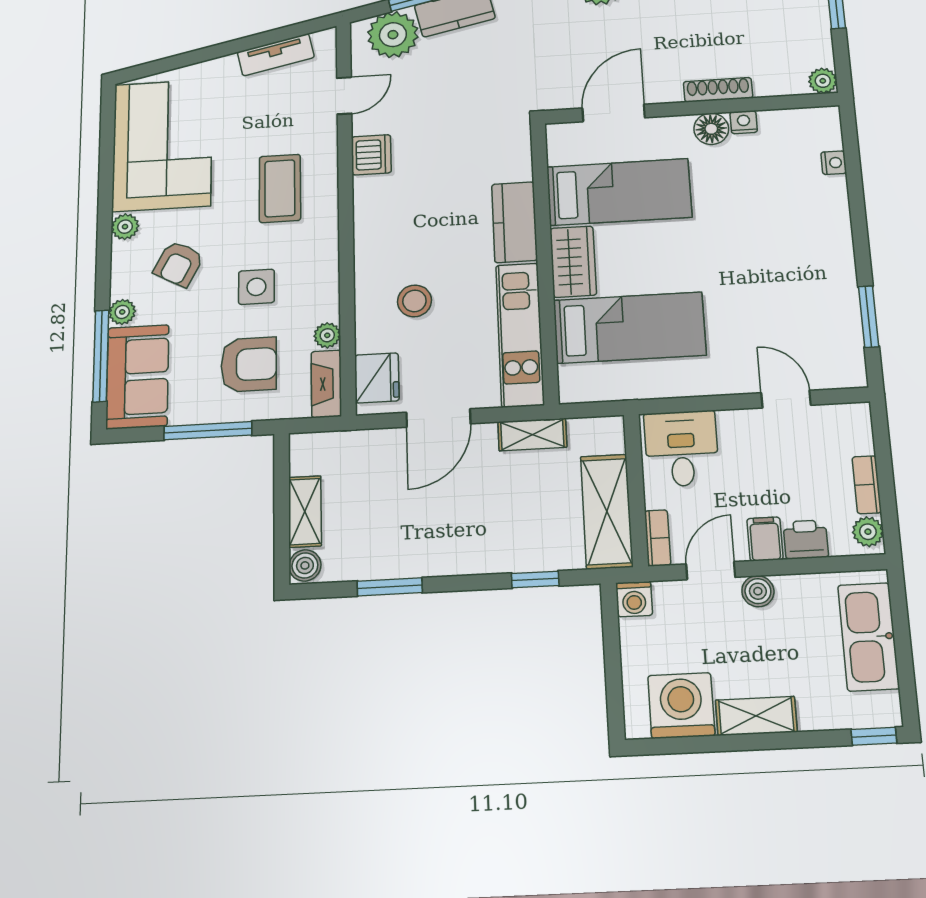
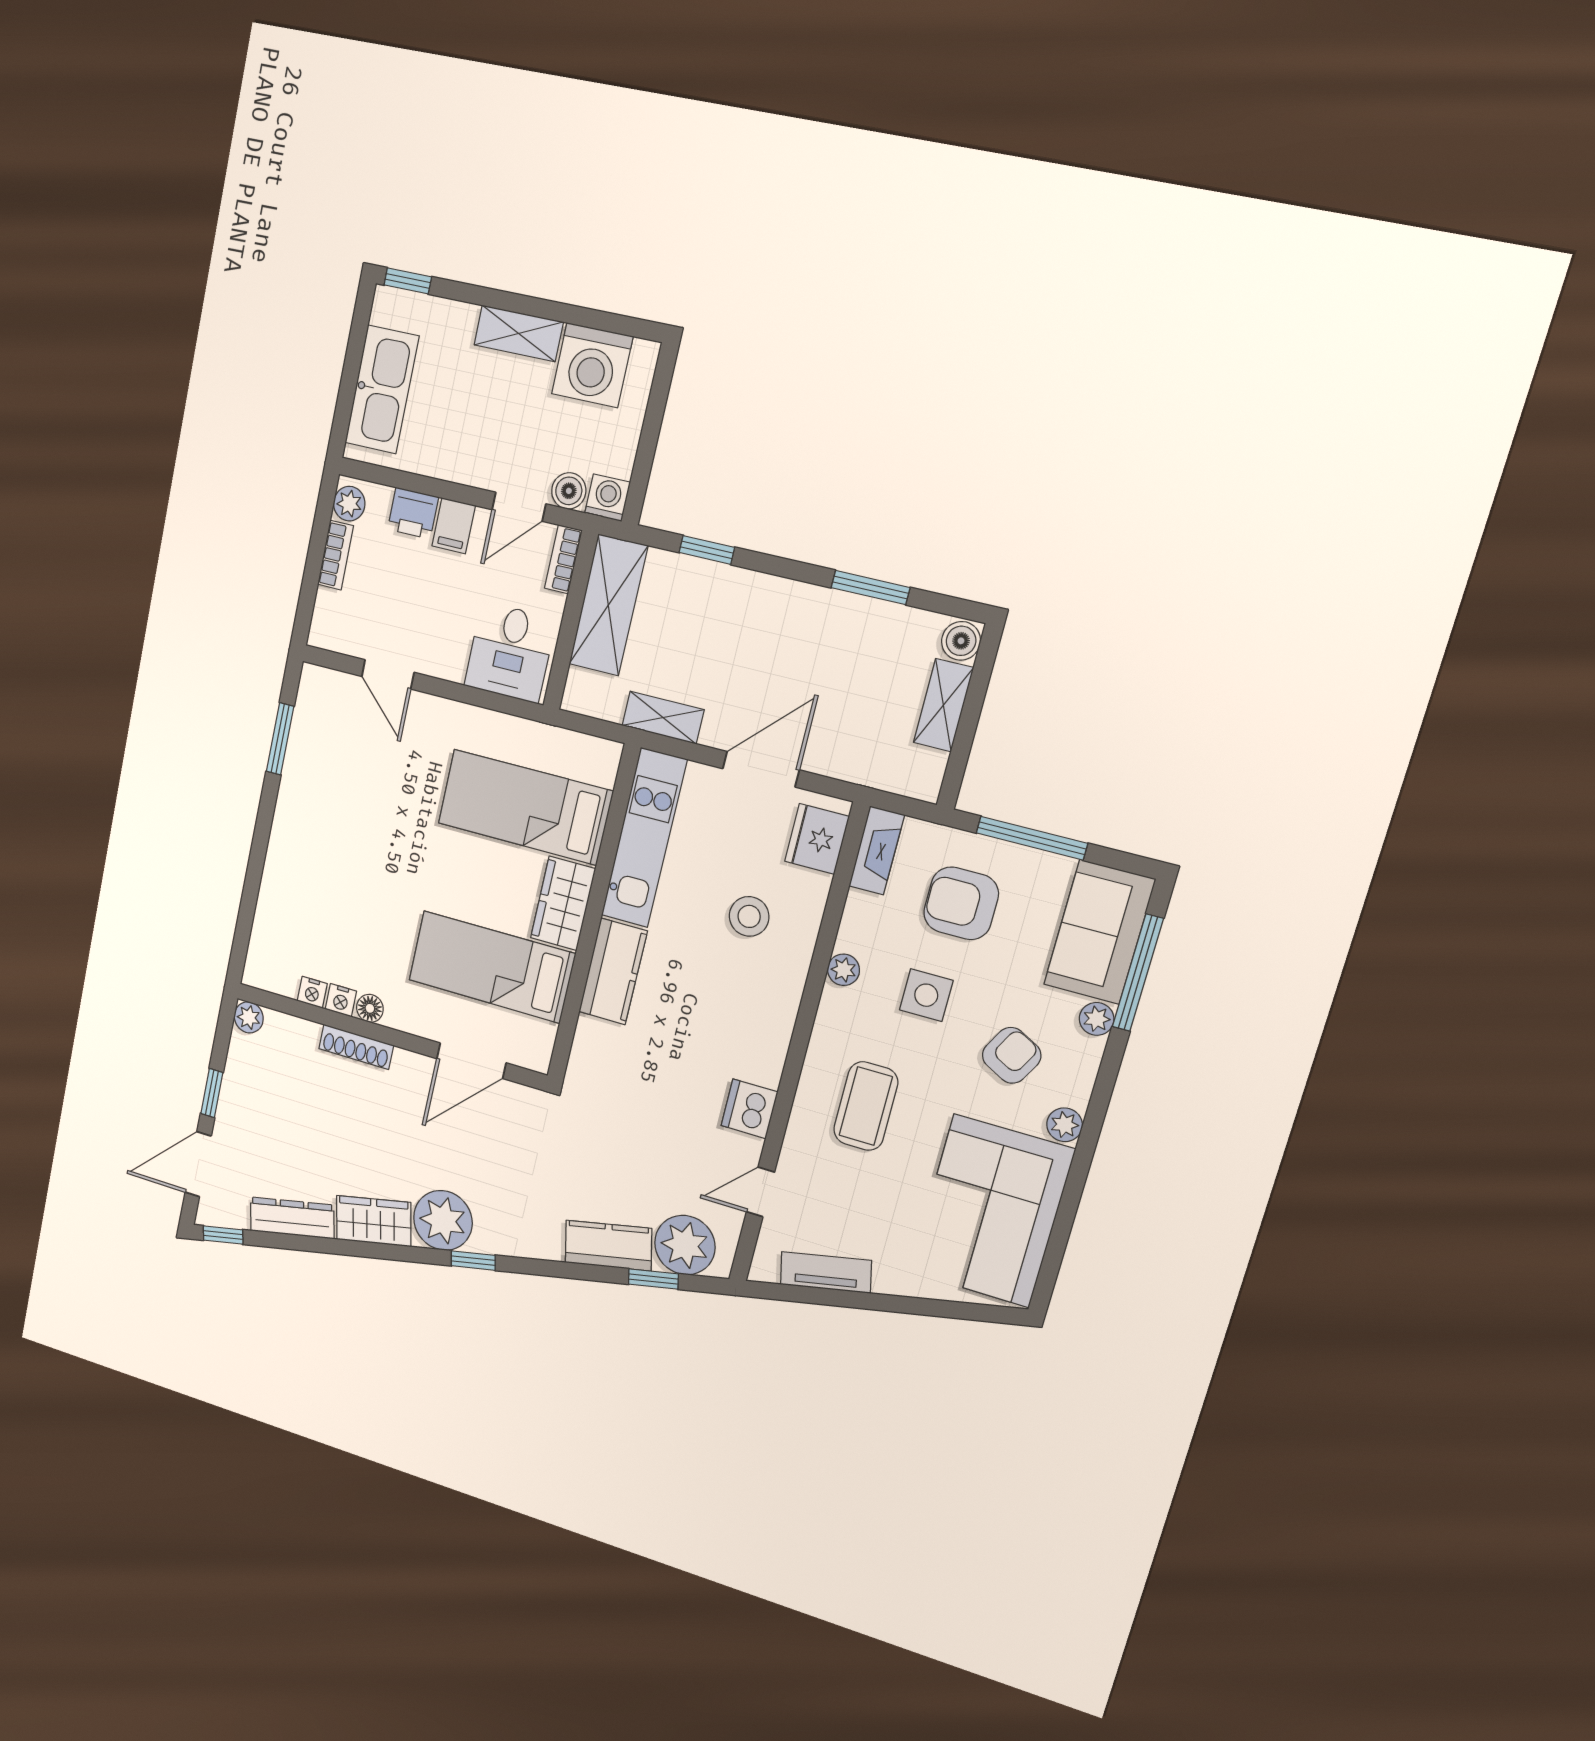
floor lamp: (711, 129) -> (370, 1008), width x0.73, depth x0.73
nightstand: (834, 163) -> (312, 992), moved, turned -90
plant: (327, 335) -> (844, 970), moved
boiler: (758, 591) -> (569, 491), moved

